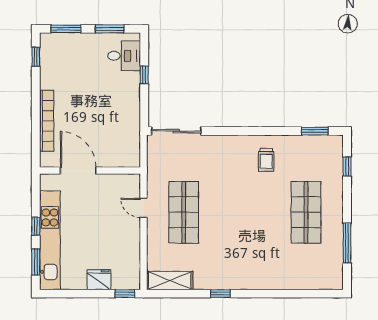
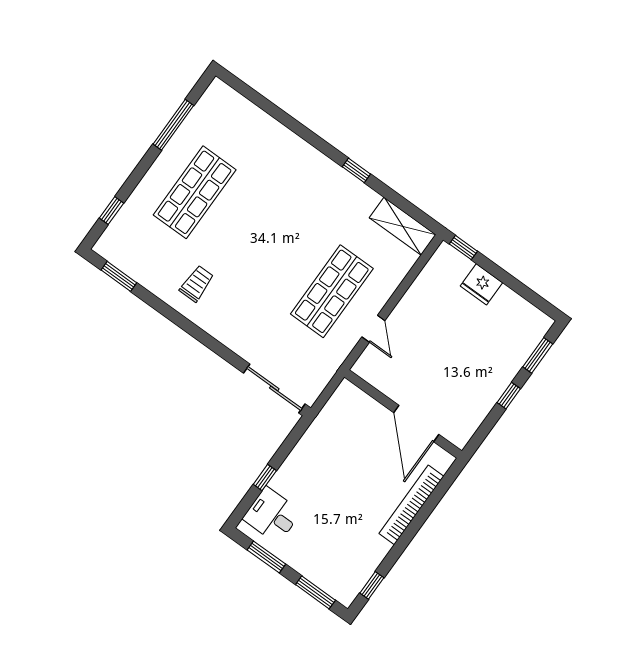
kitchen unit: (50, 240) -> (504, 368), removed

